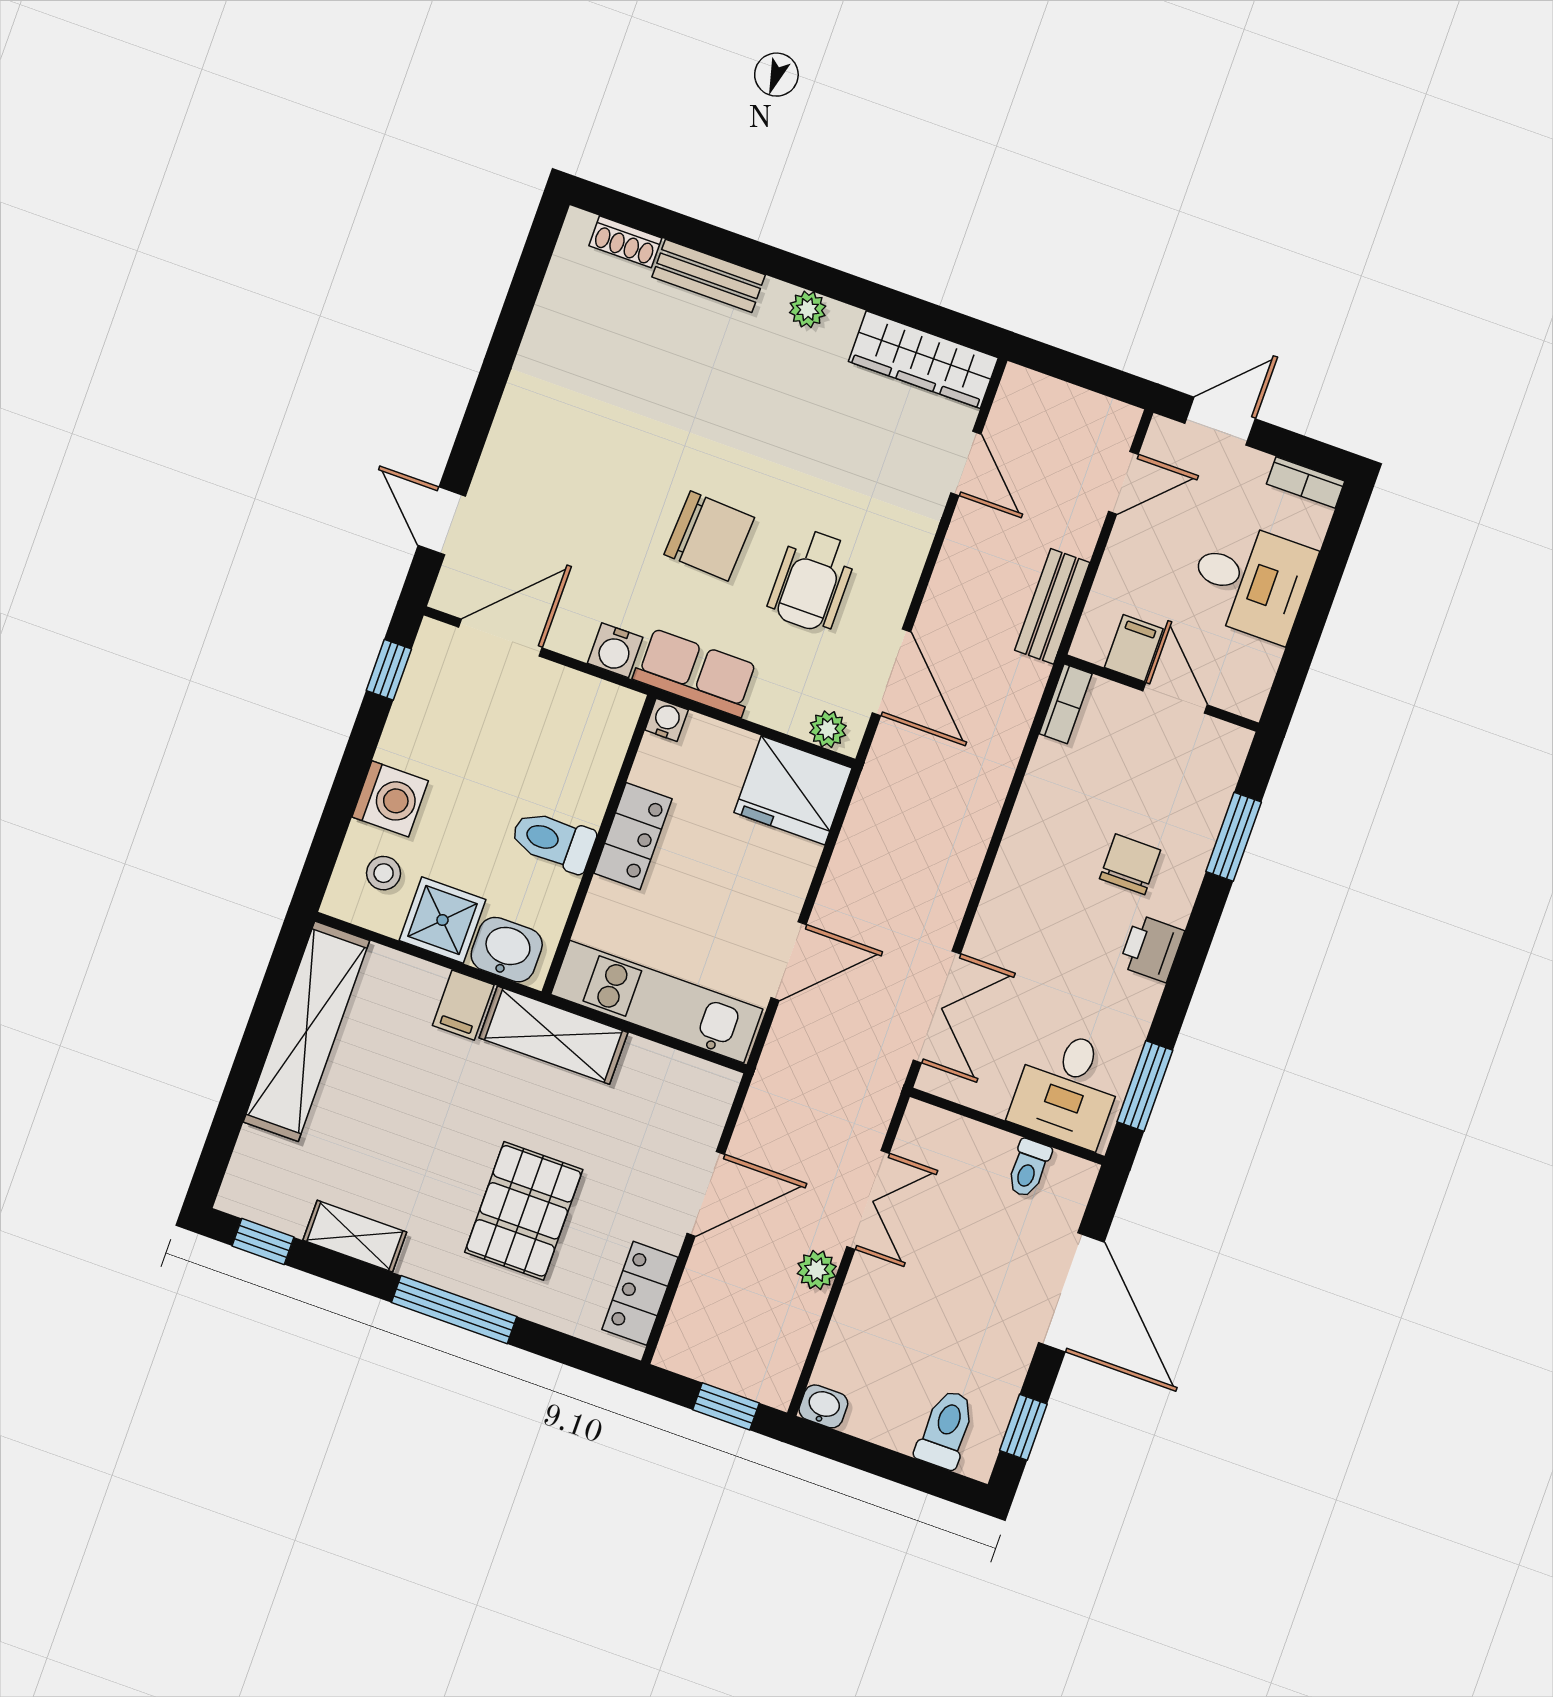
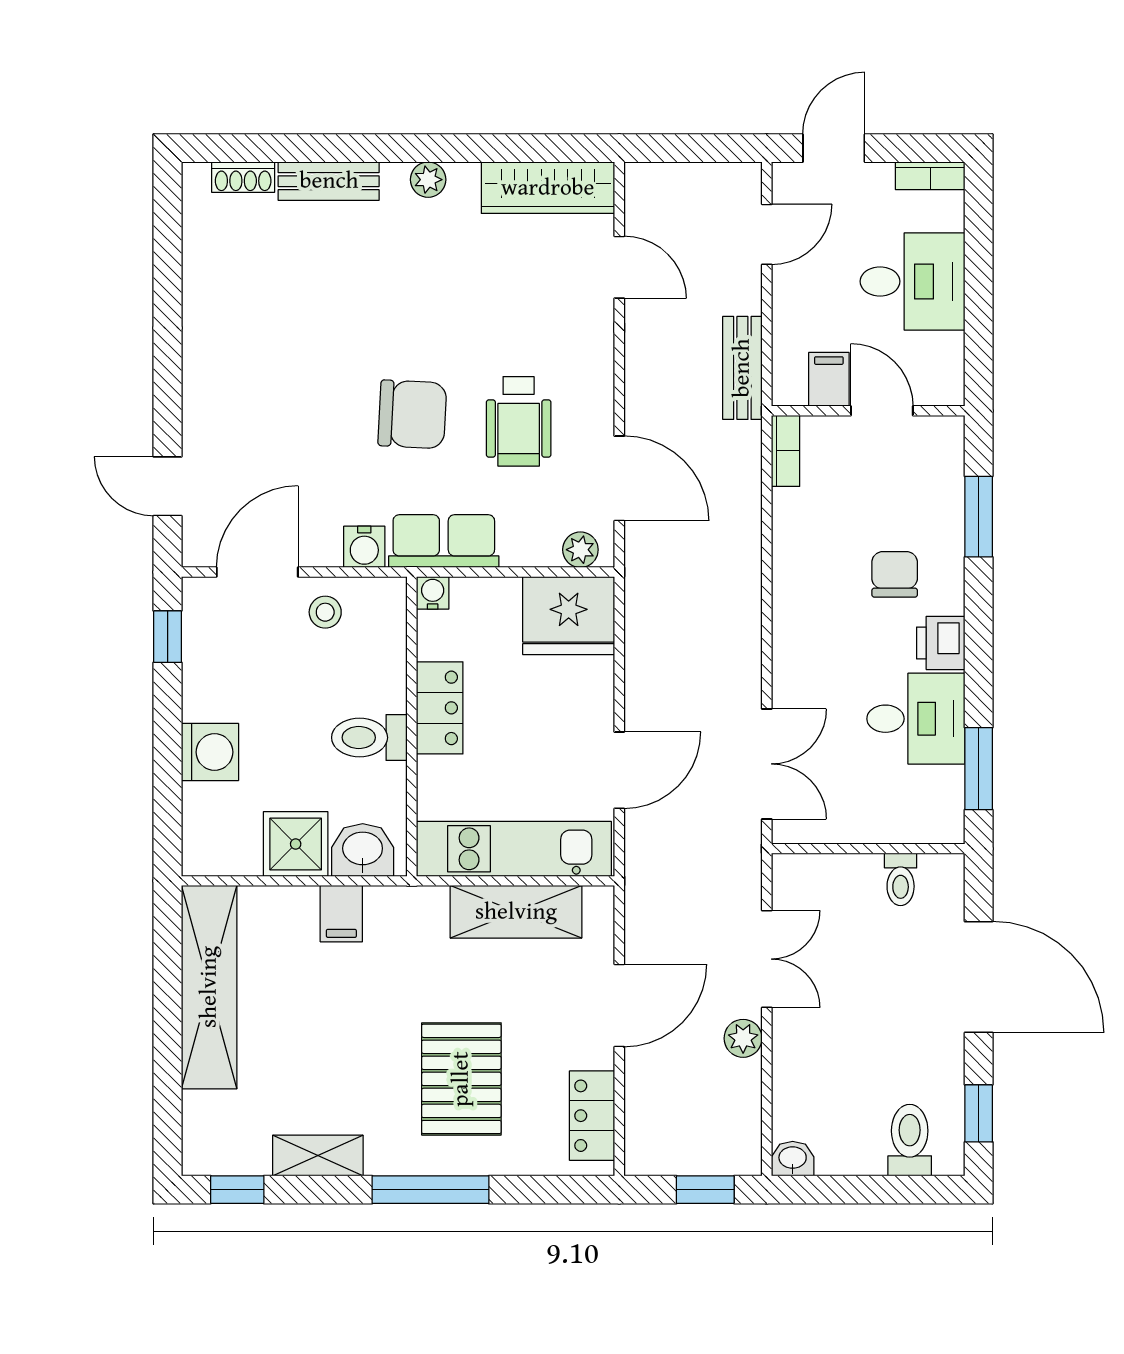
stool: (384, 873) -> (325, 612), moved
shelving: (554, 1035) -> (516, 912), moved
desk: (1068, 1088) -> (916, 719), moved, turned -90

